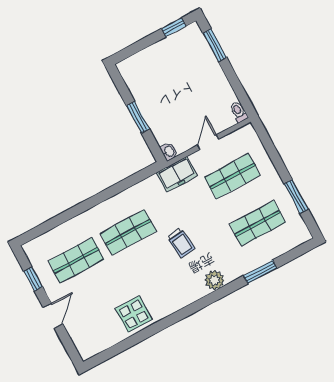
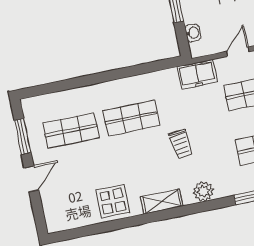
washbasin: (169, 151) -> (193, 33), moved
window: (33, 279) -> (23, 136), width x1.50
shelving: (179, 301) -> (162, 201), added

